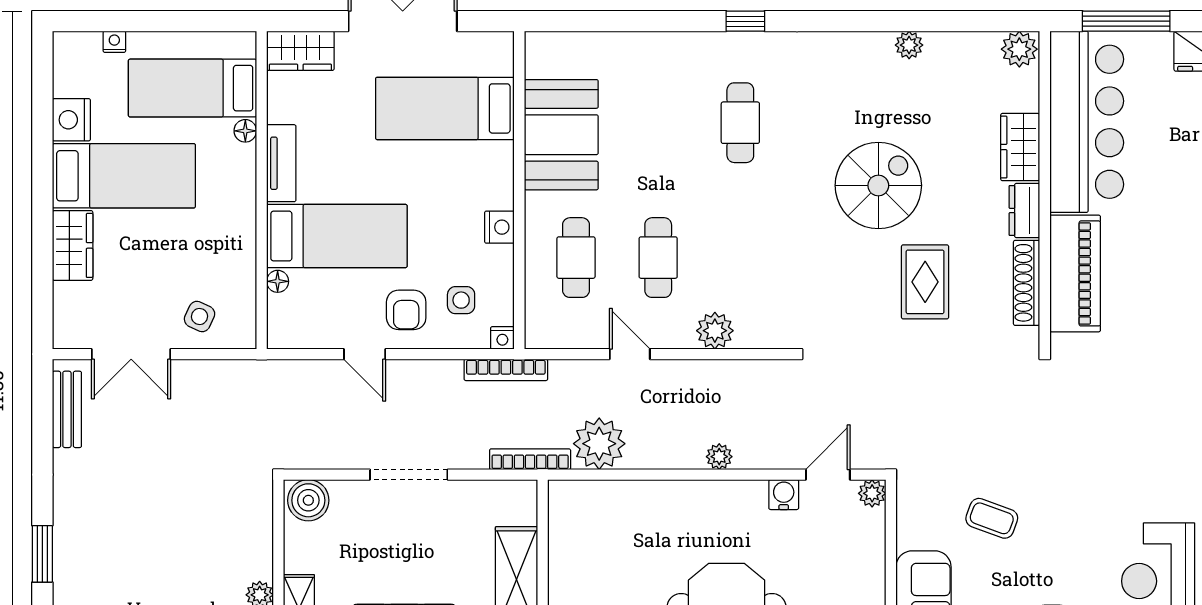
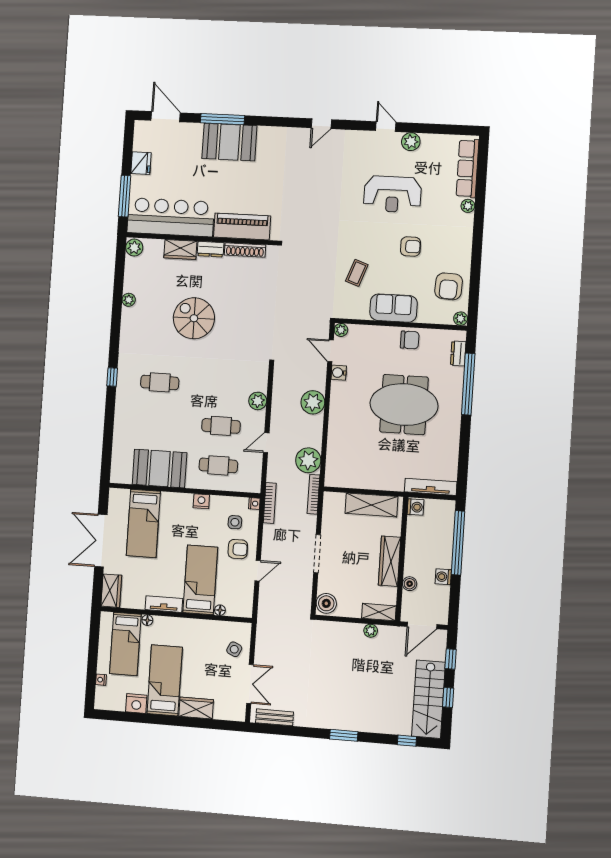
rug: (925, 282) -> (241, 299), removed
plant: (719, 457) -> (313, 402), width x1.88, depth x1.88

